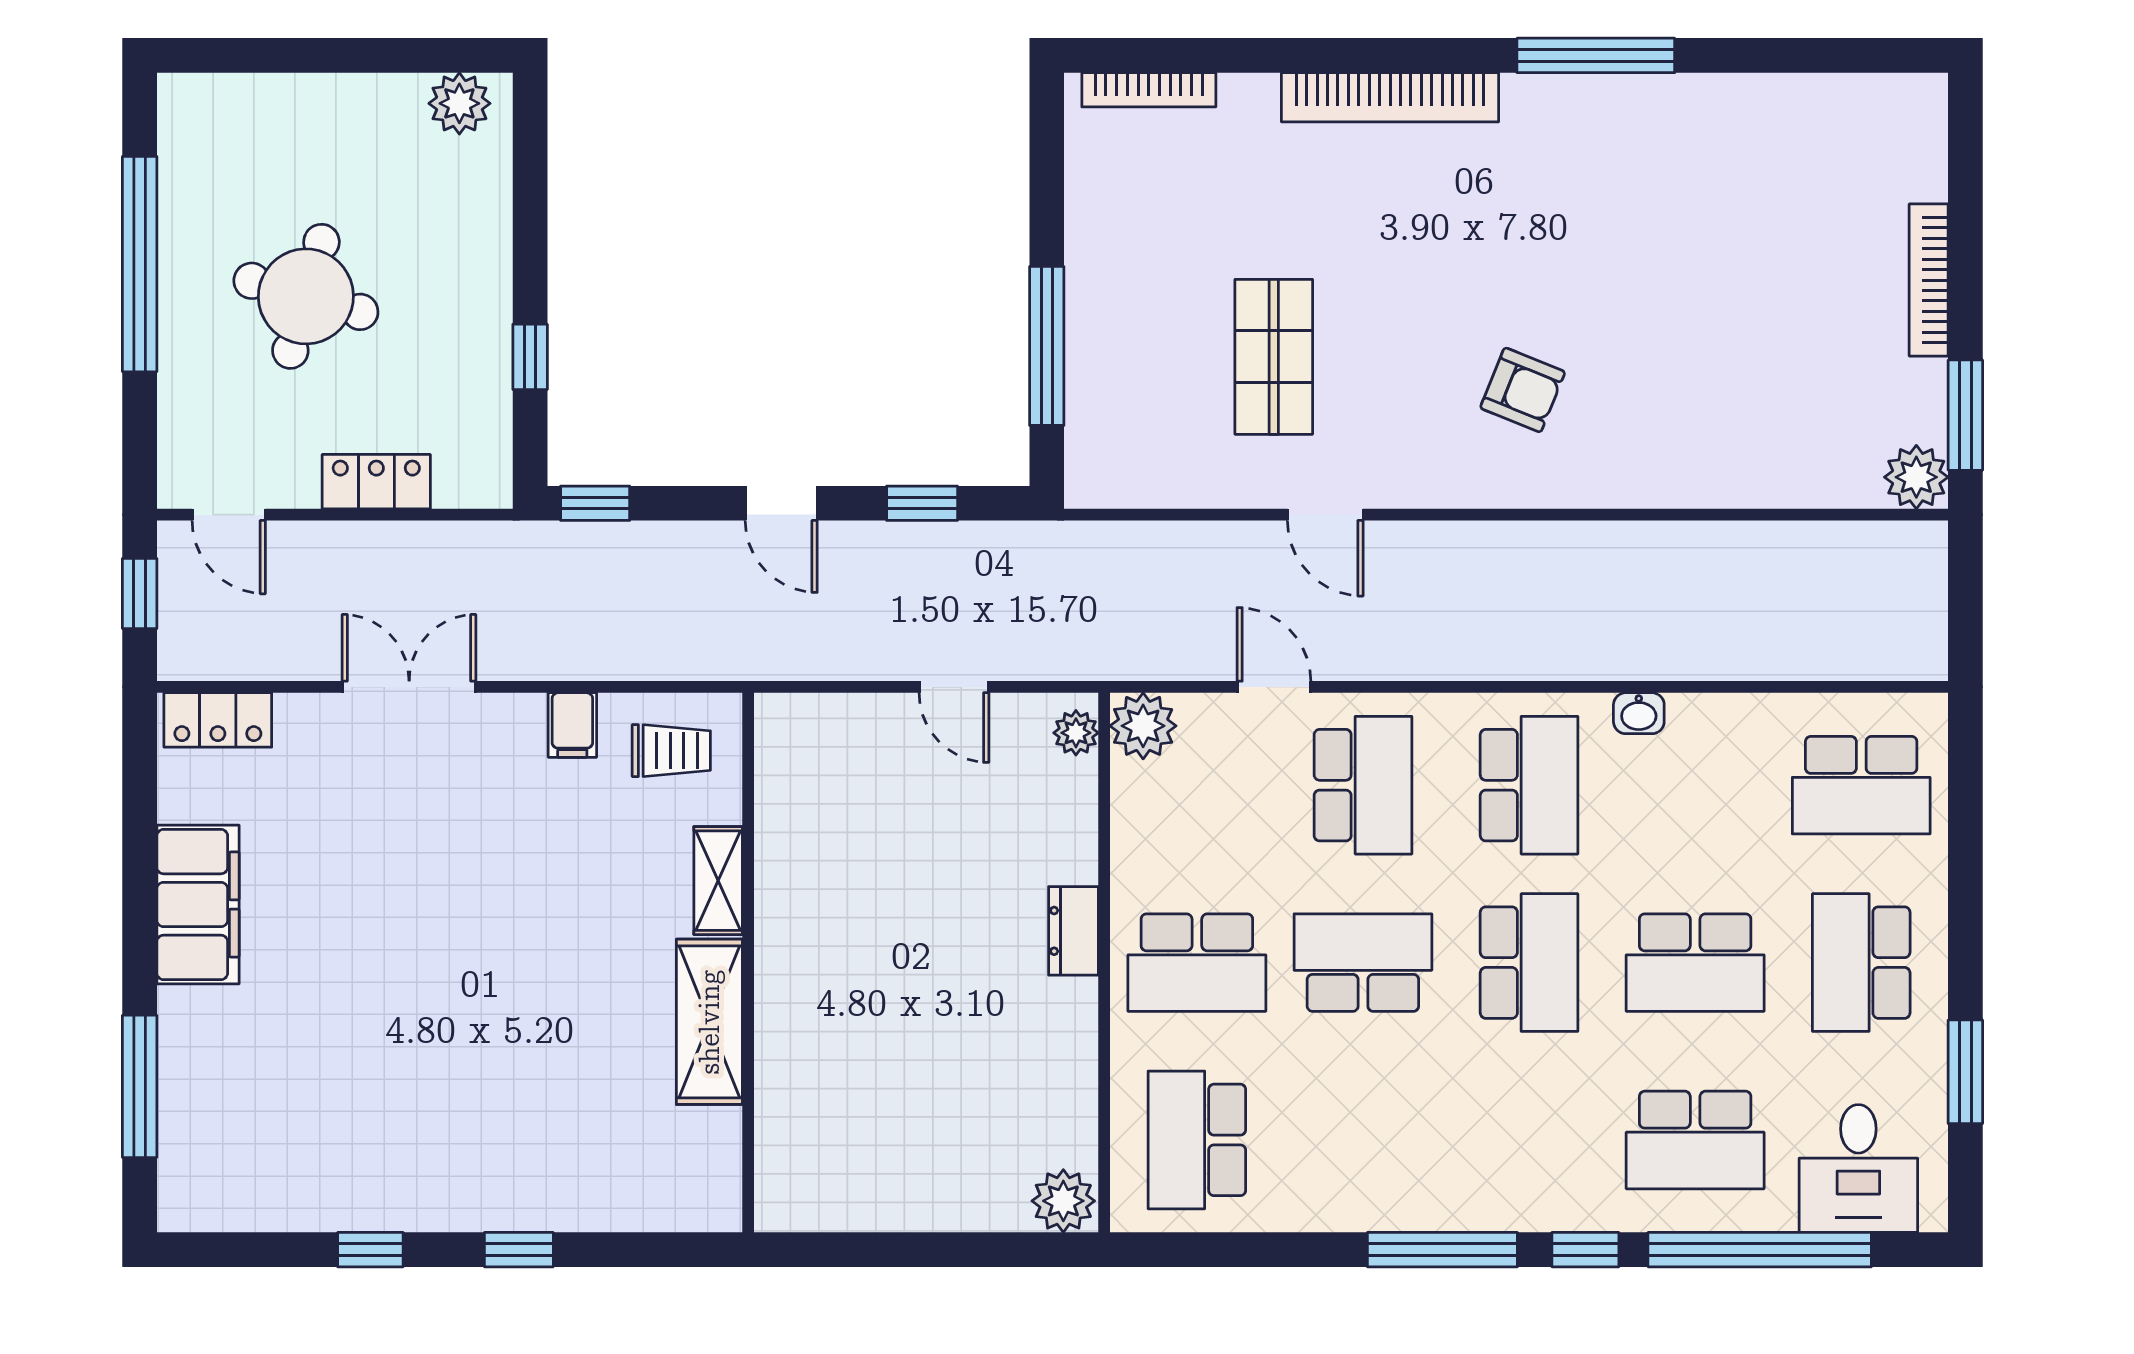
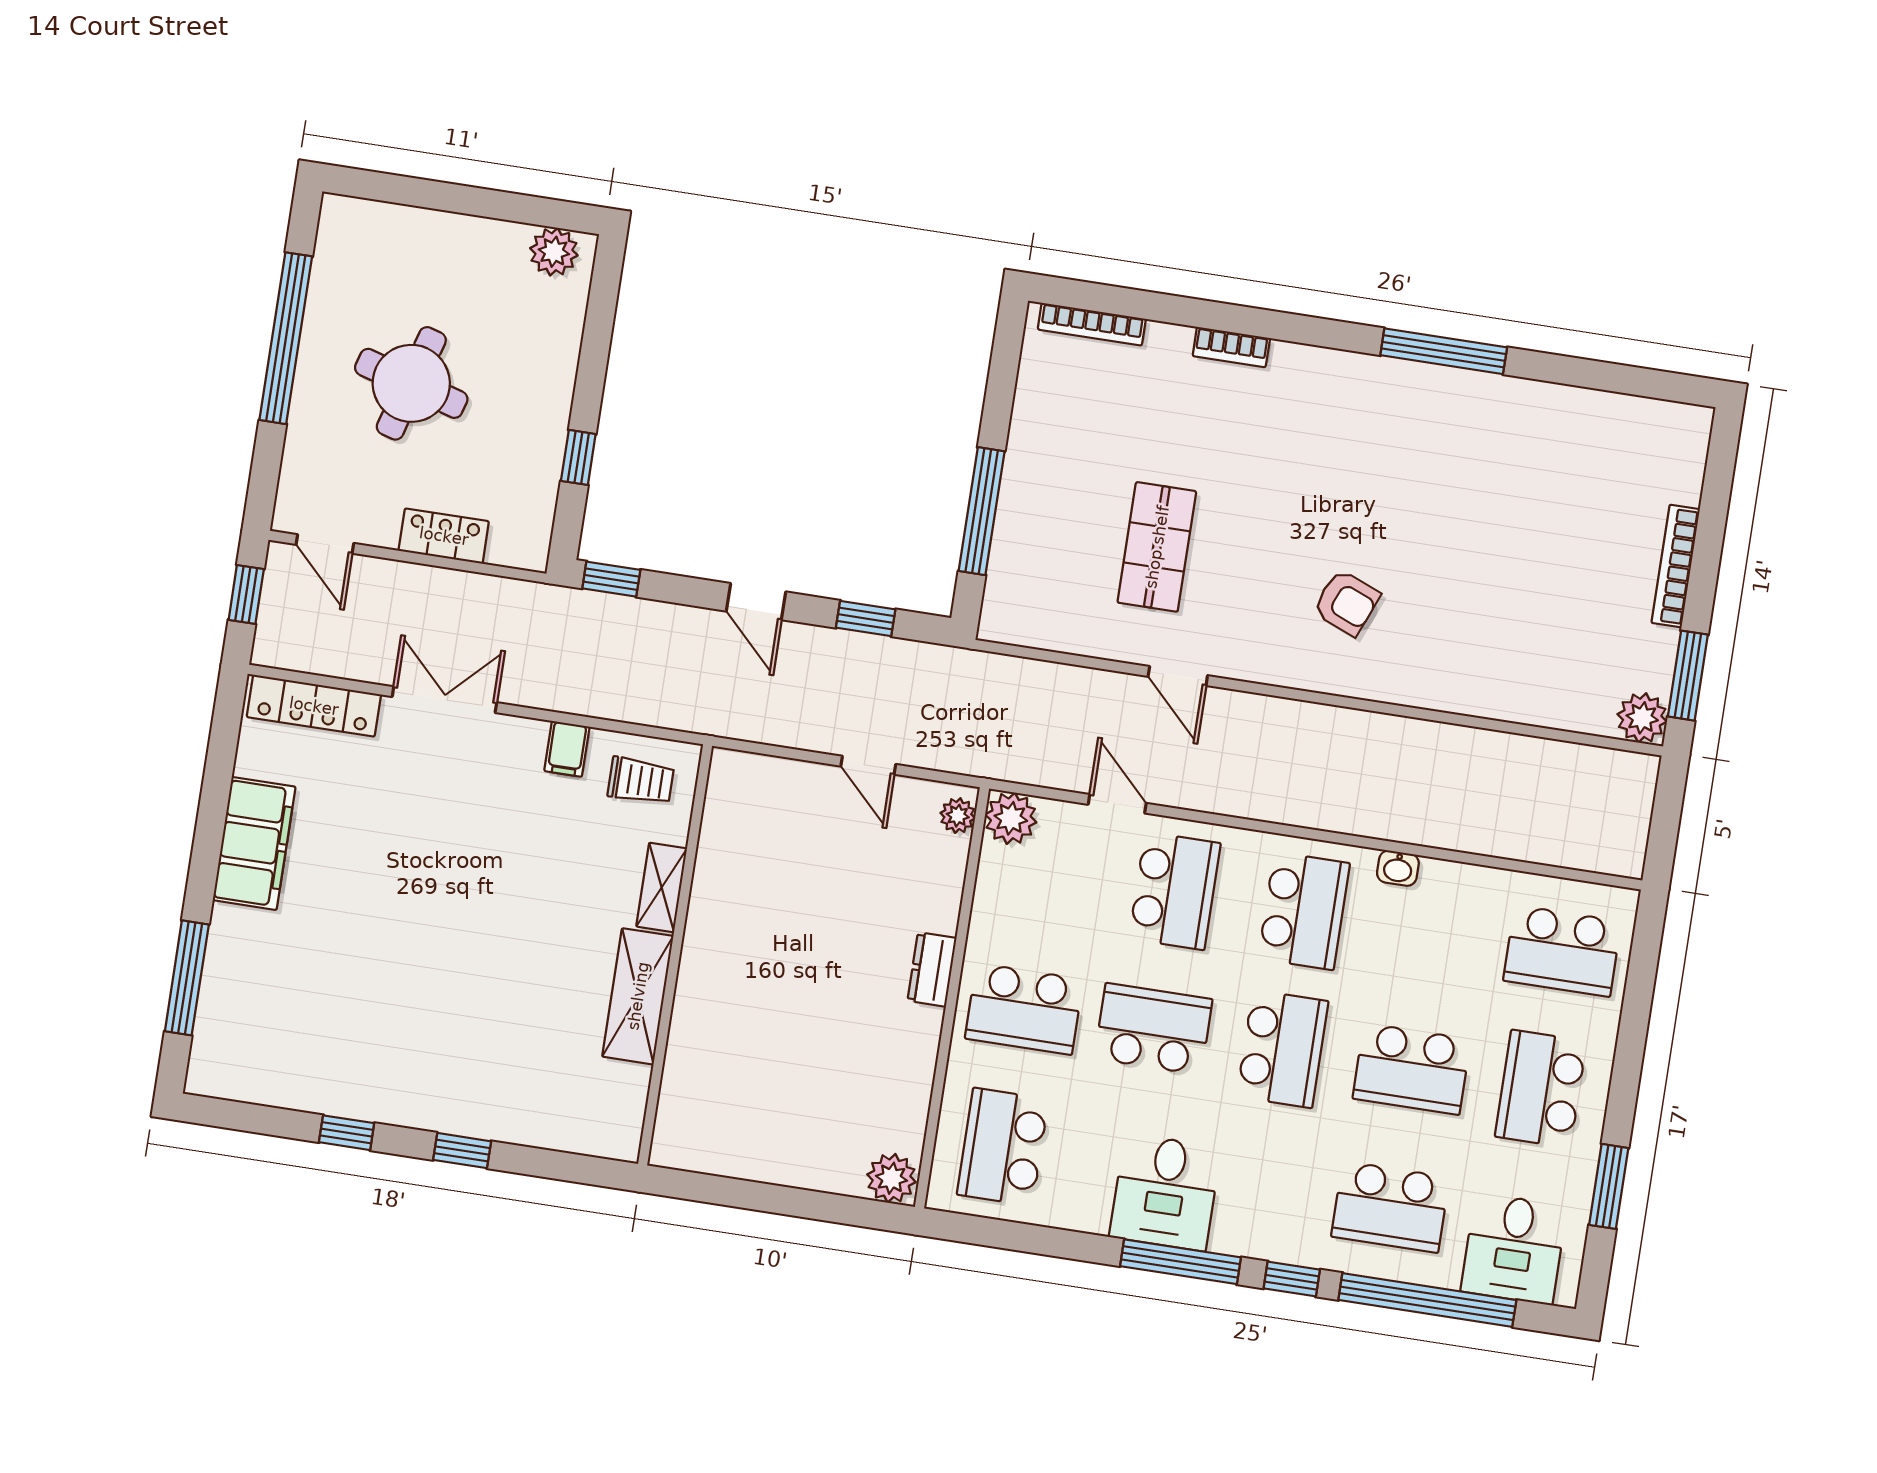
bookcase: (1390, 97) -> (1231, 347), width x0.43, depth x0.76
locker: (218, 720) -> (314, 706), width x1.53
desk: (1410, 1165) -> (1165, 1192), added

